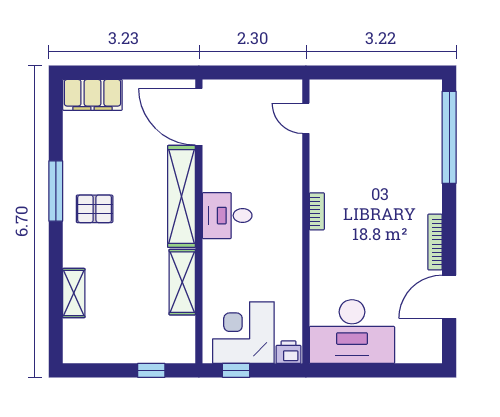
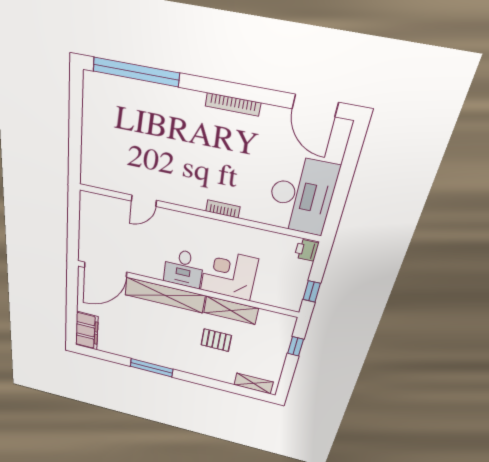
door: (306, 118) -> (144, 201), moved
pallet: (95, 209) -> (216, 340), moved, turned 90
bookcase: (317, 211) -> (223, 209), moved
shelving: (74, 293) -> (254, 383), moved
door: (449, 297) -> (315, 106), moved
corner desk: (243, 333) -> (229, 275), moved, turned 90

